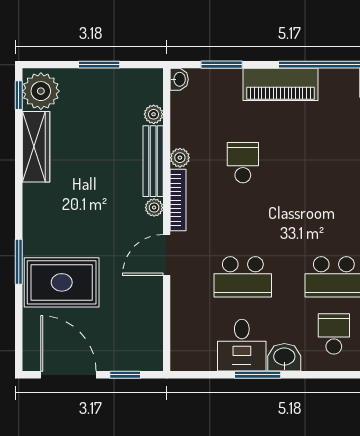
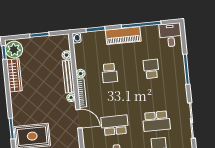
school desk: (243, 163) -> (110, 73), turned 180
school desk: (334, 163) -> (151, 69), added
door: (167, 255) -> (79, 119), swing flipped
school desk: (243, 277) -> (115, 125), turned 180

